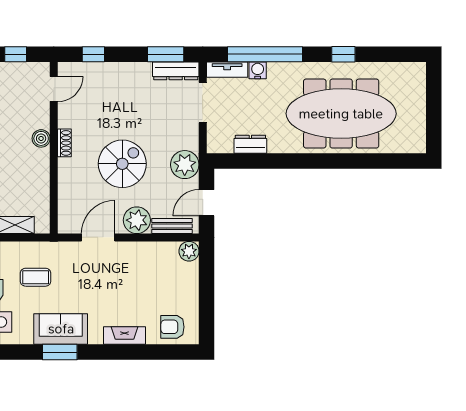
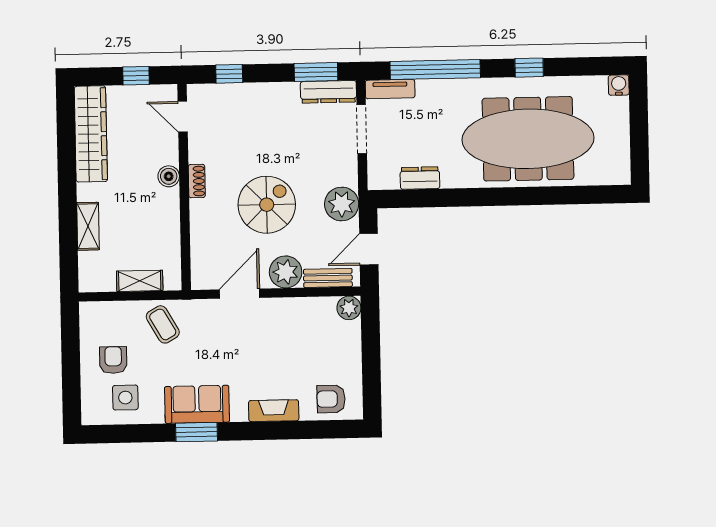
water cooler: (258, 70) -> (619, 85), moved
door: (54, 89) -> (183, 117), swing flipped
coffee table: (36, 277) -> (163, 324), moved, turned 60

